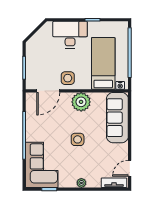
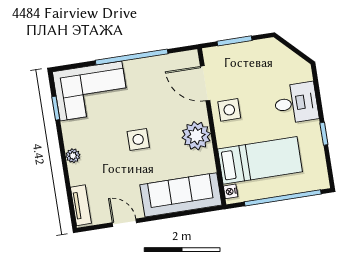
desk: (70, 35) -> (296, 103), width x0.73
door: (130, 168) -> (124, 223), moved

